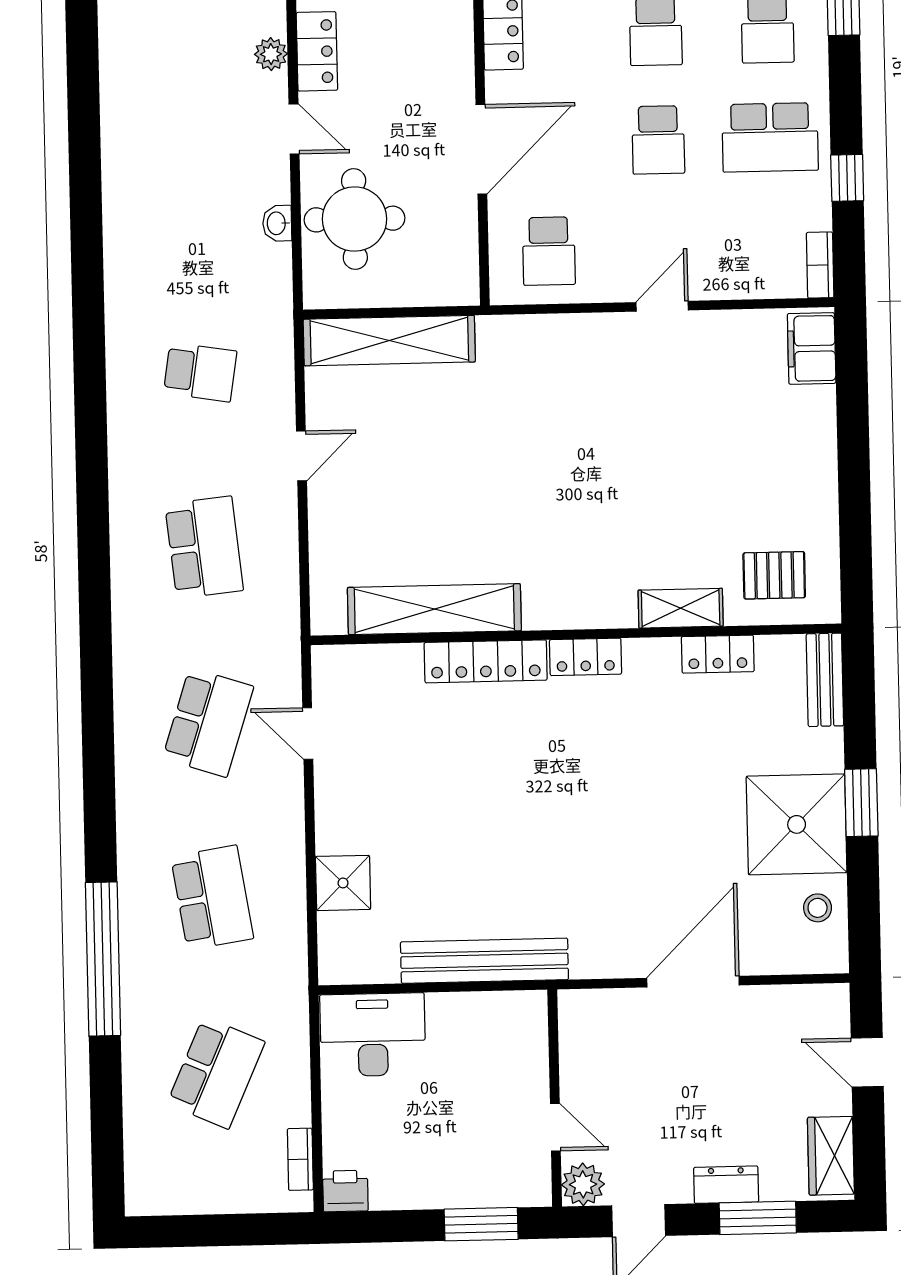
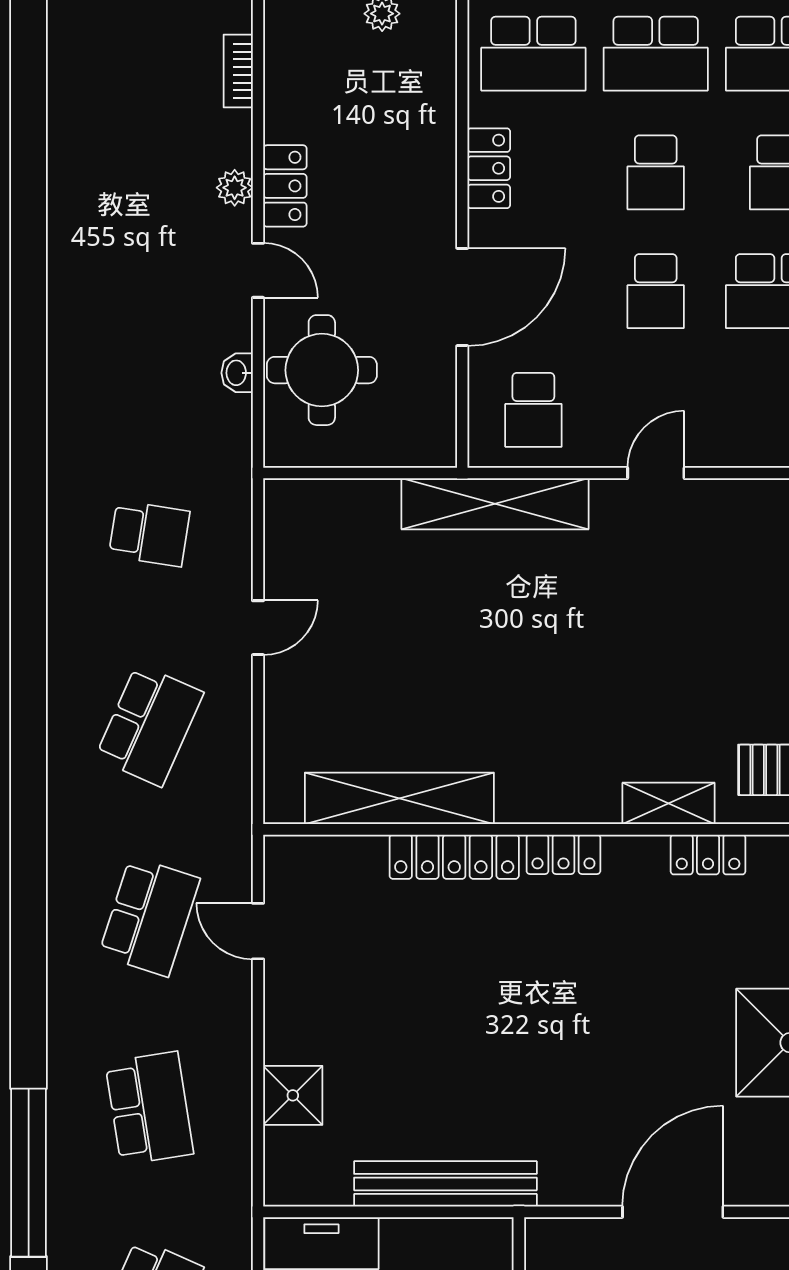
shelving: (389, 341) -> (495, 504), moved
school desk: (204, 547) -> (149, 725), turned 30

